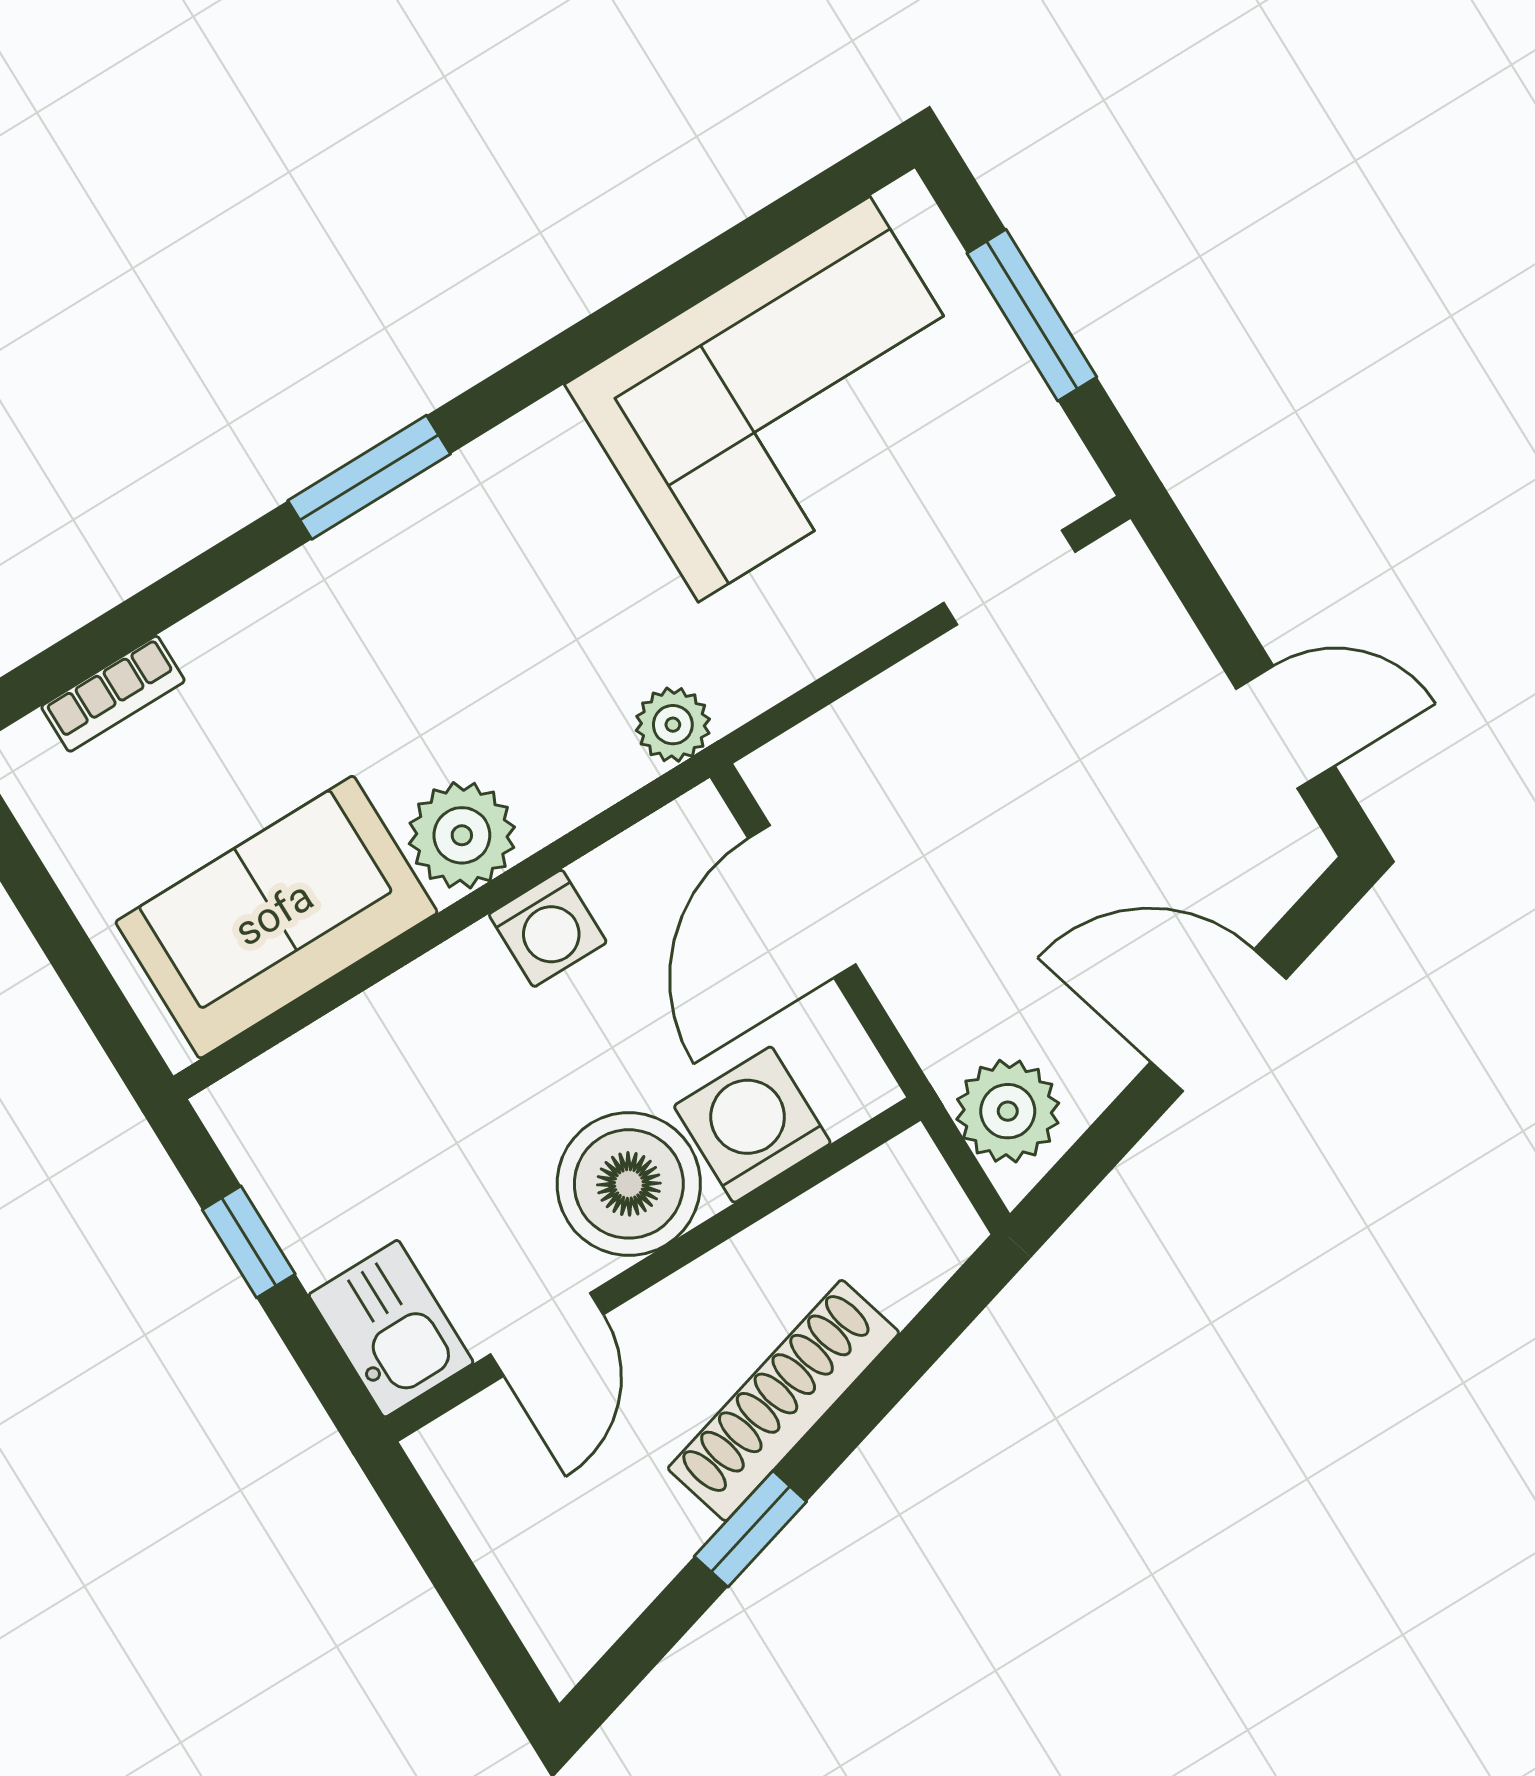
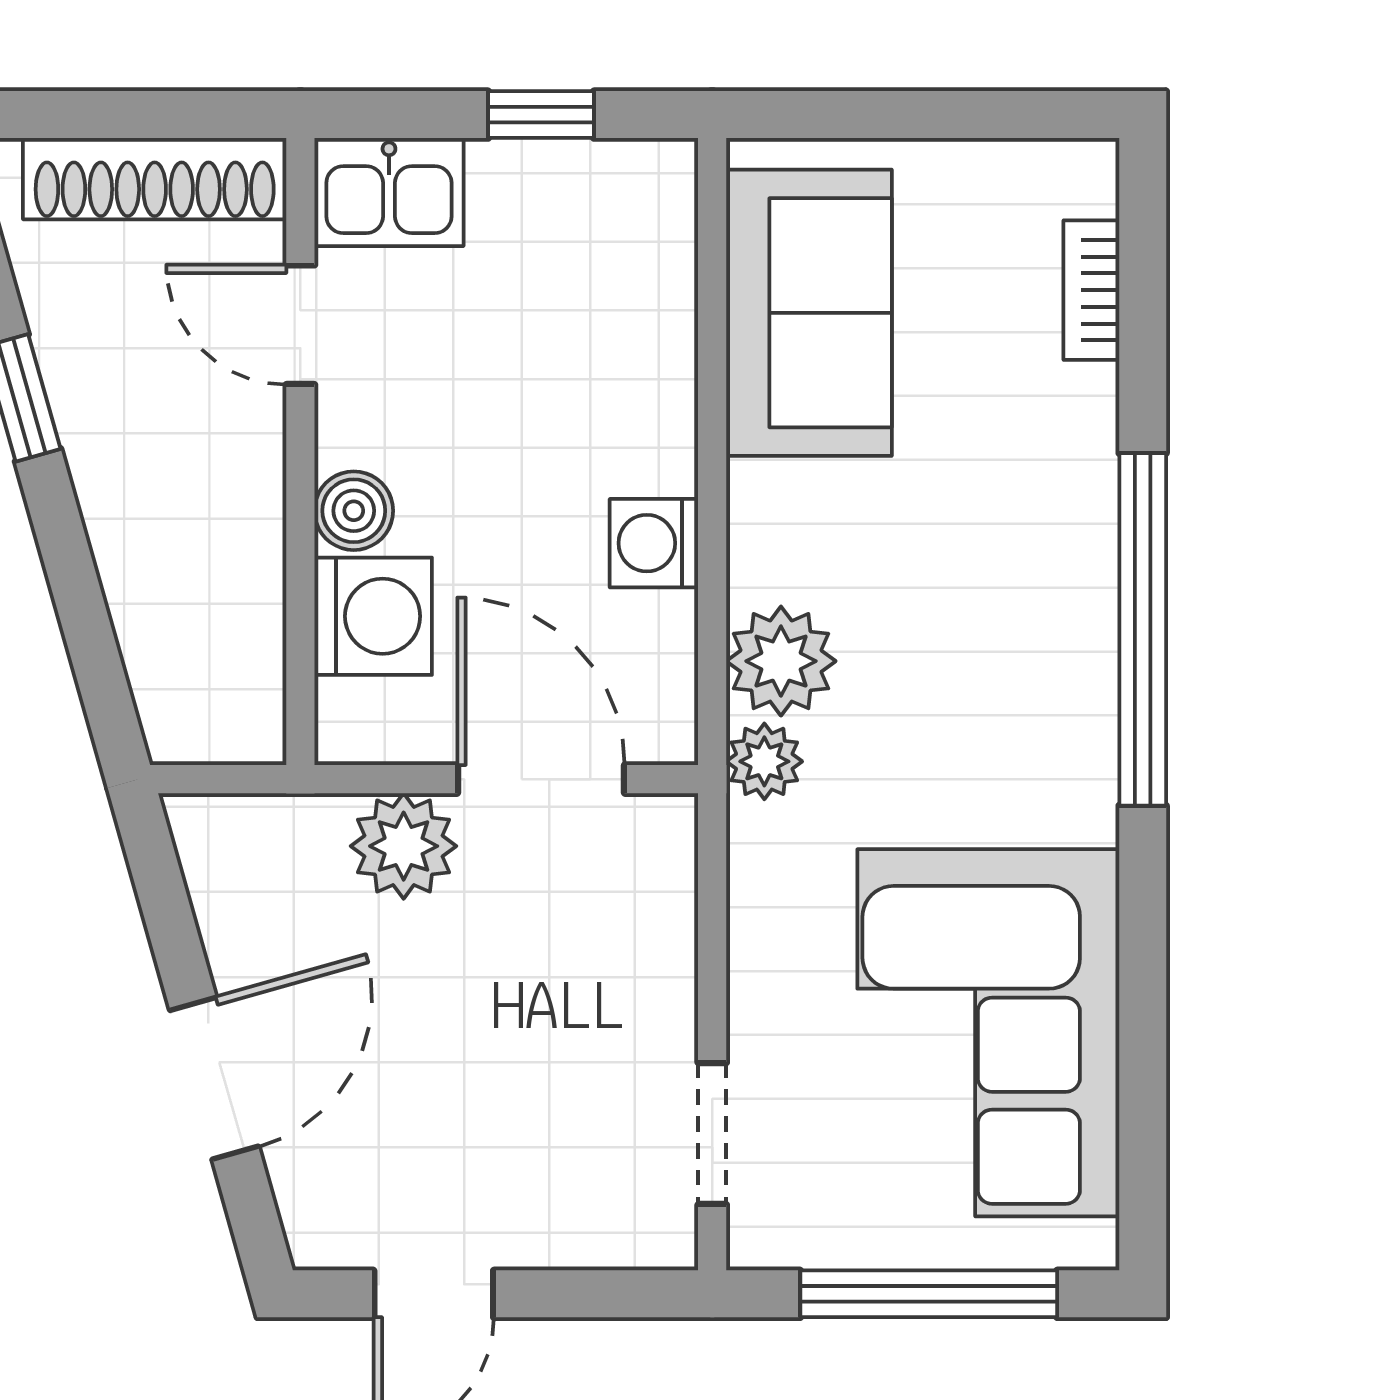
window: (1032, 315) -> (929, 1294), width x1.44
window: (369, 477) -> (1143, 629), width x2.11
plant: (462, 835) -> (781, 661), moved
plant: (1008, 1111) -> (404, 846), moved
boiler: (629, 1184) -> (354, 511), width x0.54, depth x0.54
shoe rack: (784, 1401) -> (155, 179), moved, turned 106

